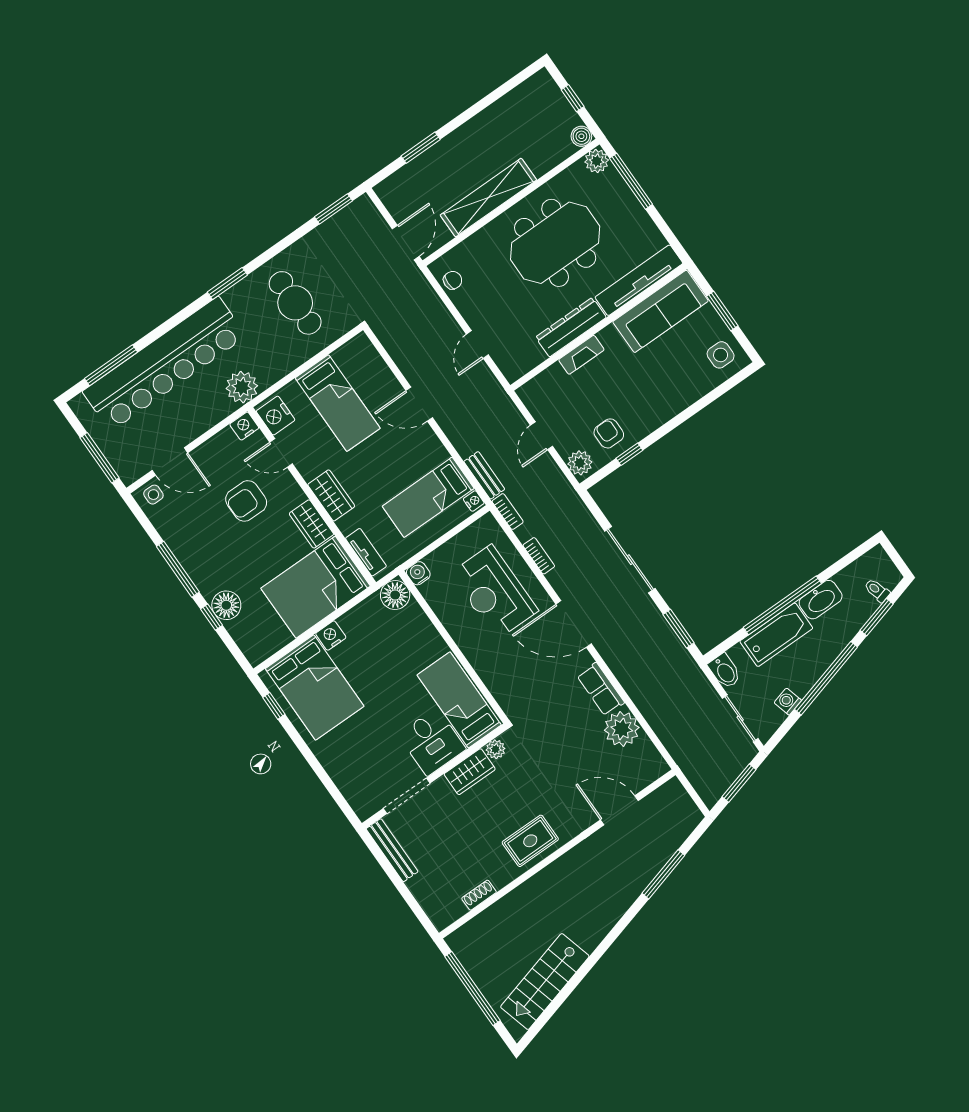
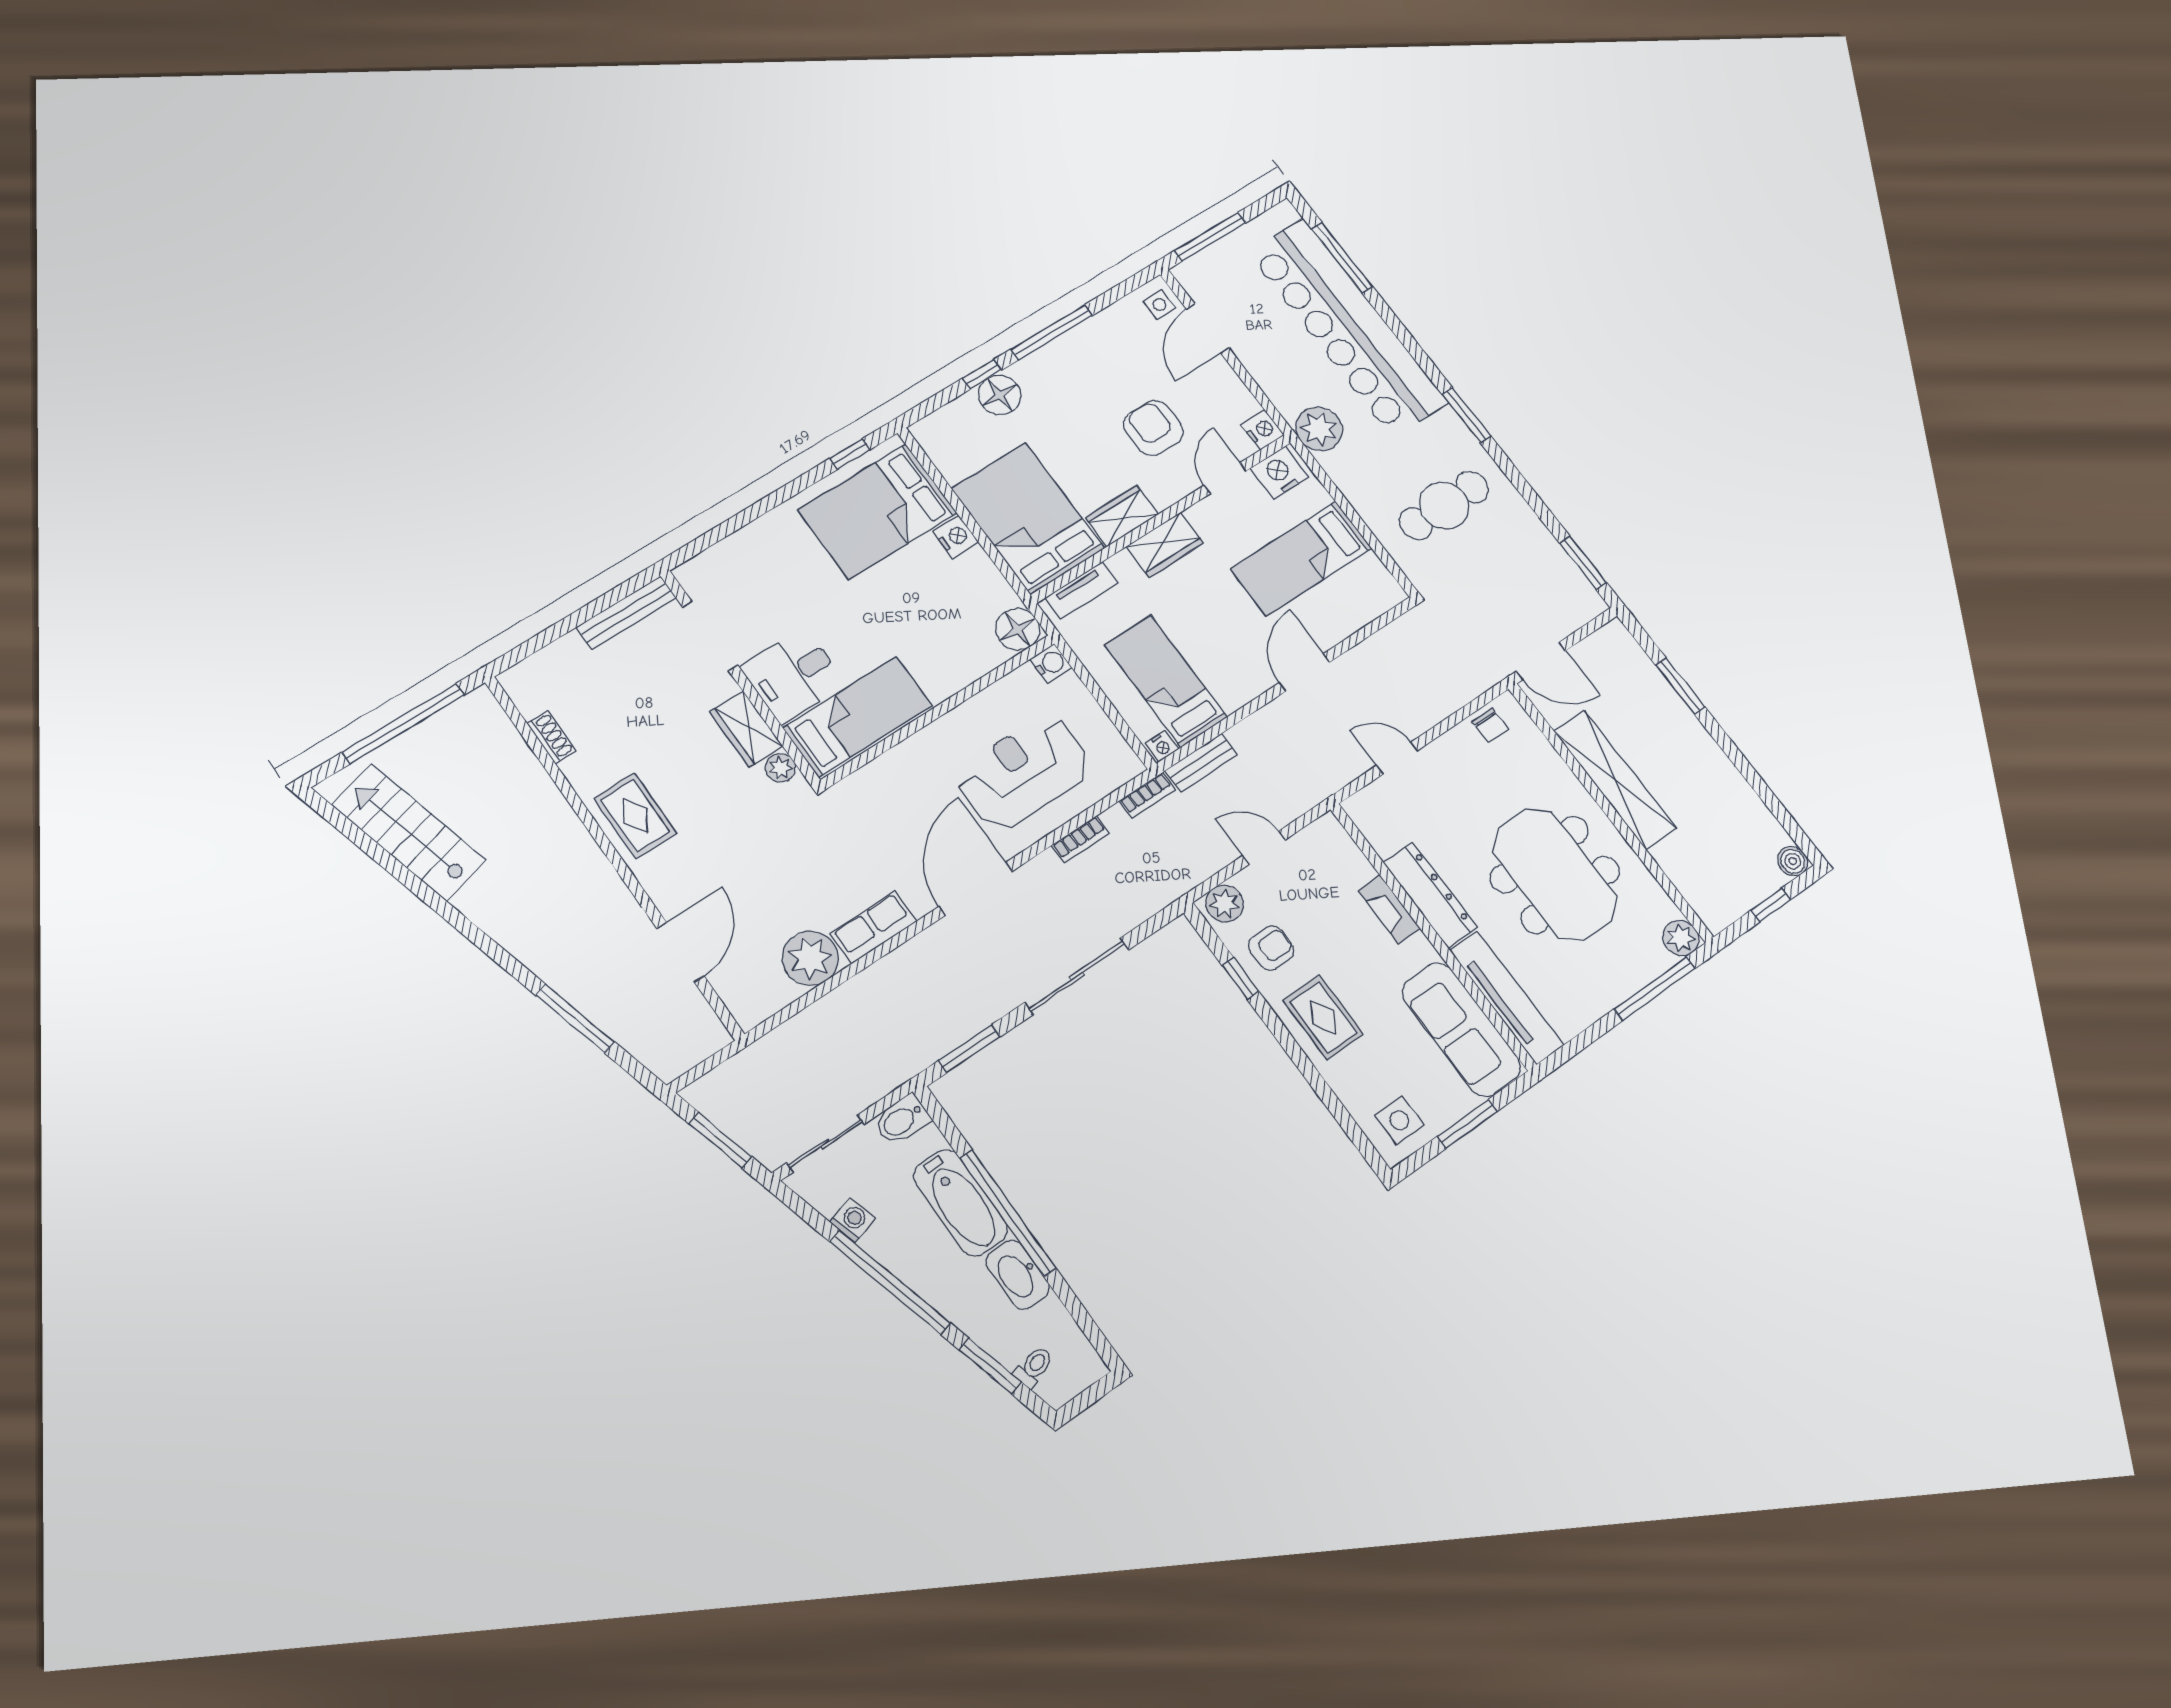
boiler: (581, 136) -> (1793, 861), moved
rug: (654, 401) -> (1323, 1017), added

